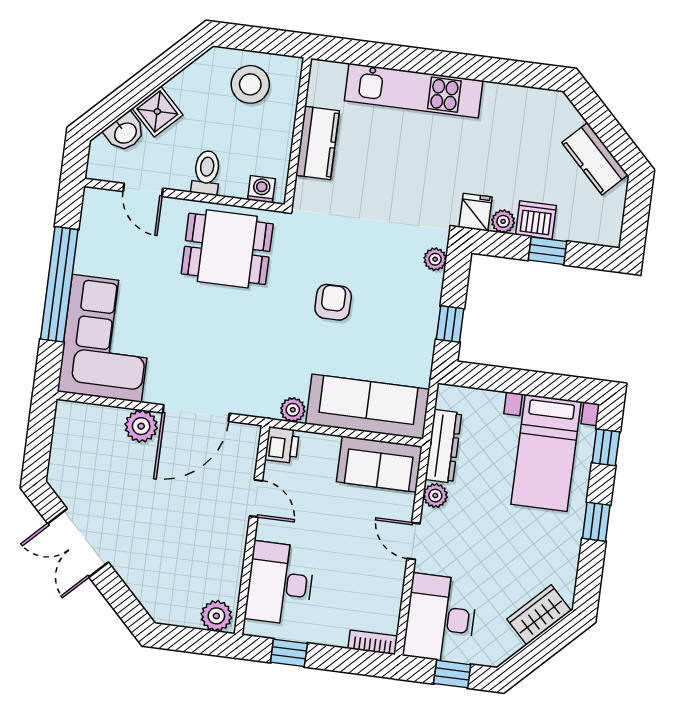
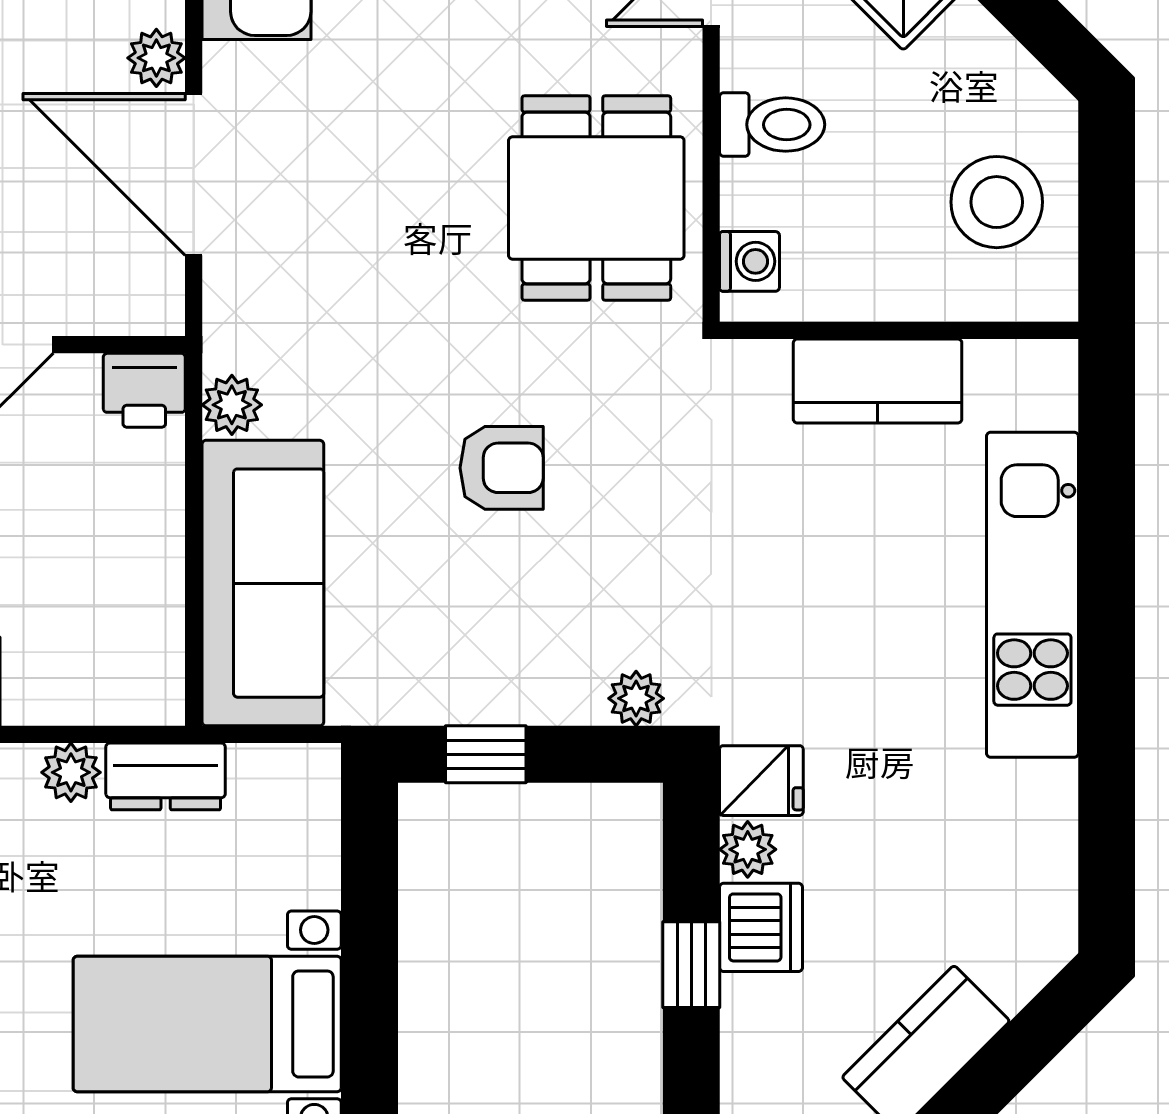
plant: (141, 426) -> (156, 58), width x0.73, depth x0.73
dresser: (443, 446) -> (166, 776), width x0.70
sofa: (379, 464) -> (129, 629), removed

